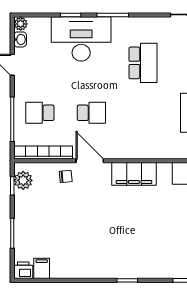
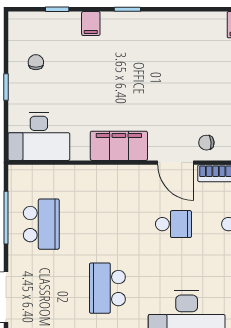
school desk: (91, 113) -> (173, 224), turned 180
filing cabinet: (156, 269) -> (91, 24), added

